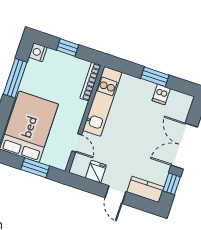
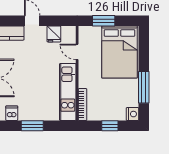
dishwasher: (161, 95) -> (12, 113), moved

